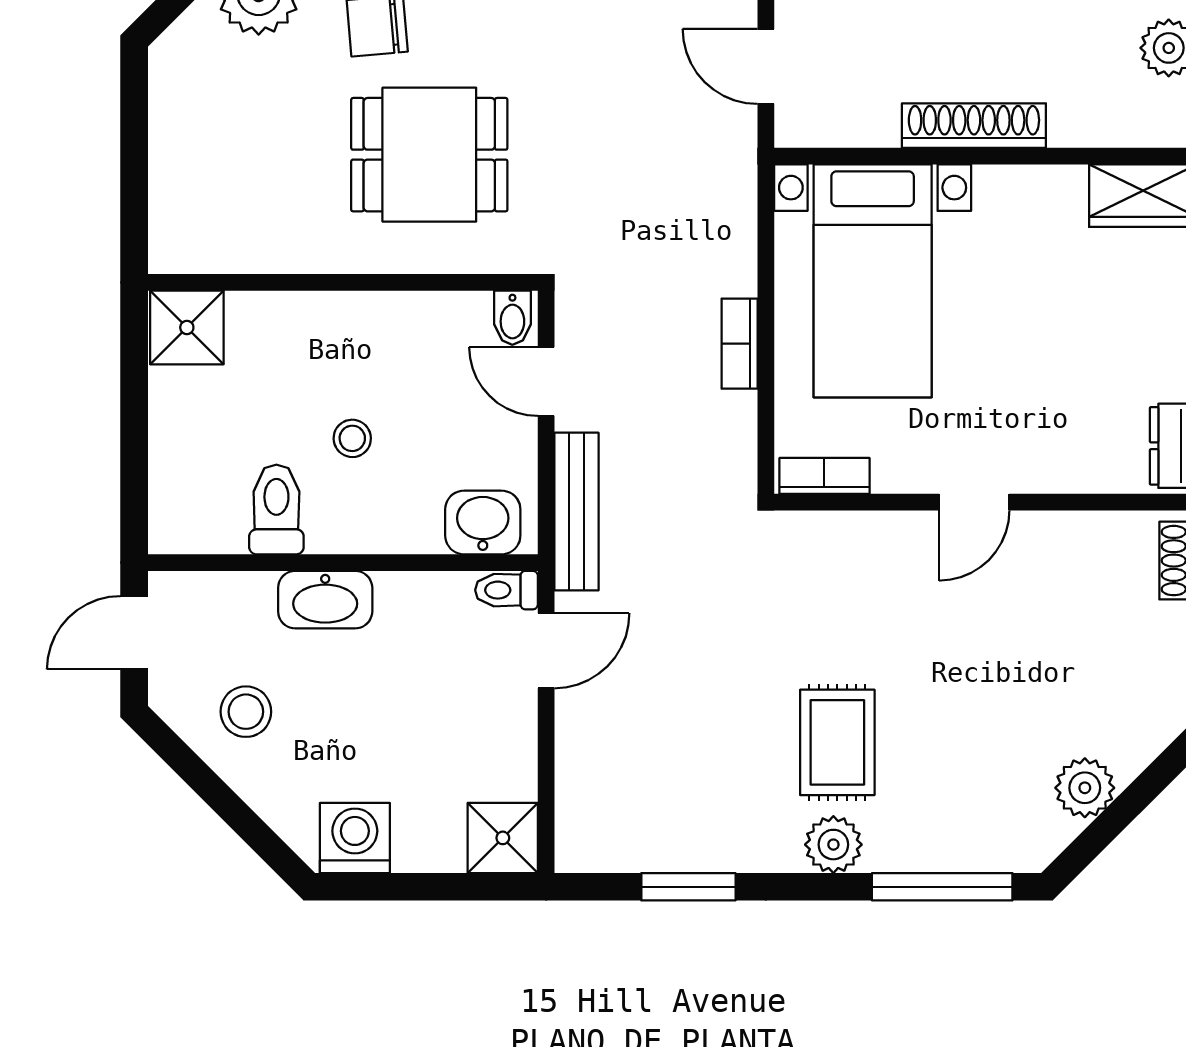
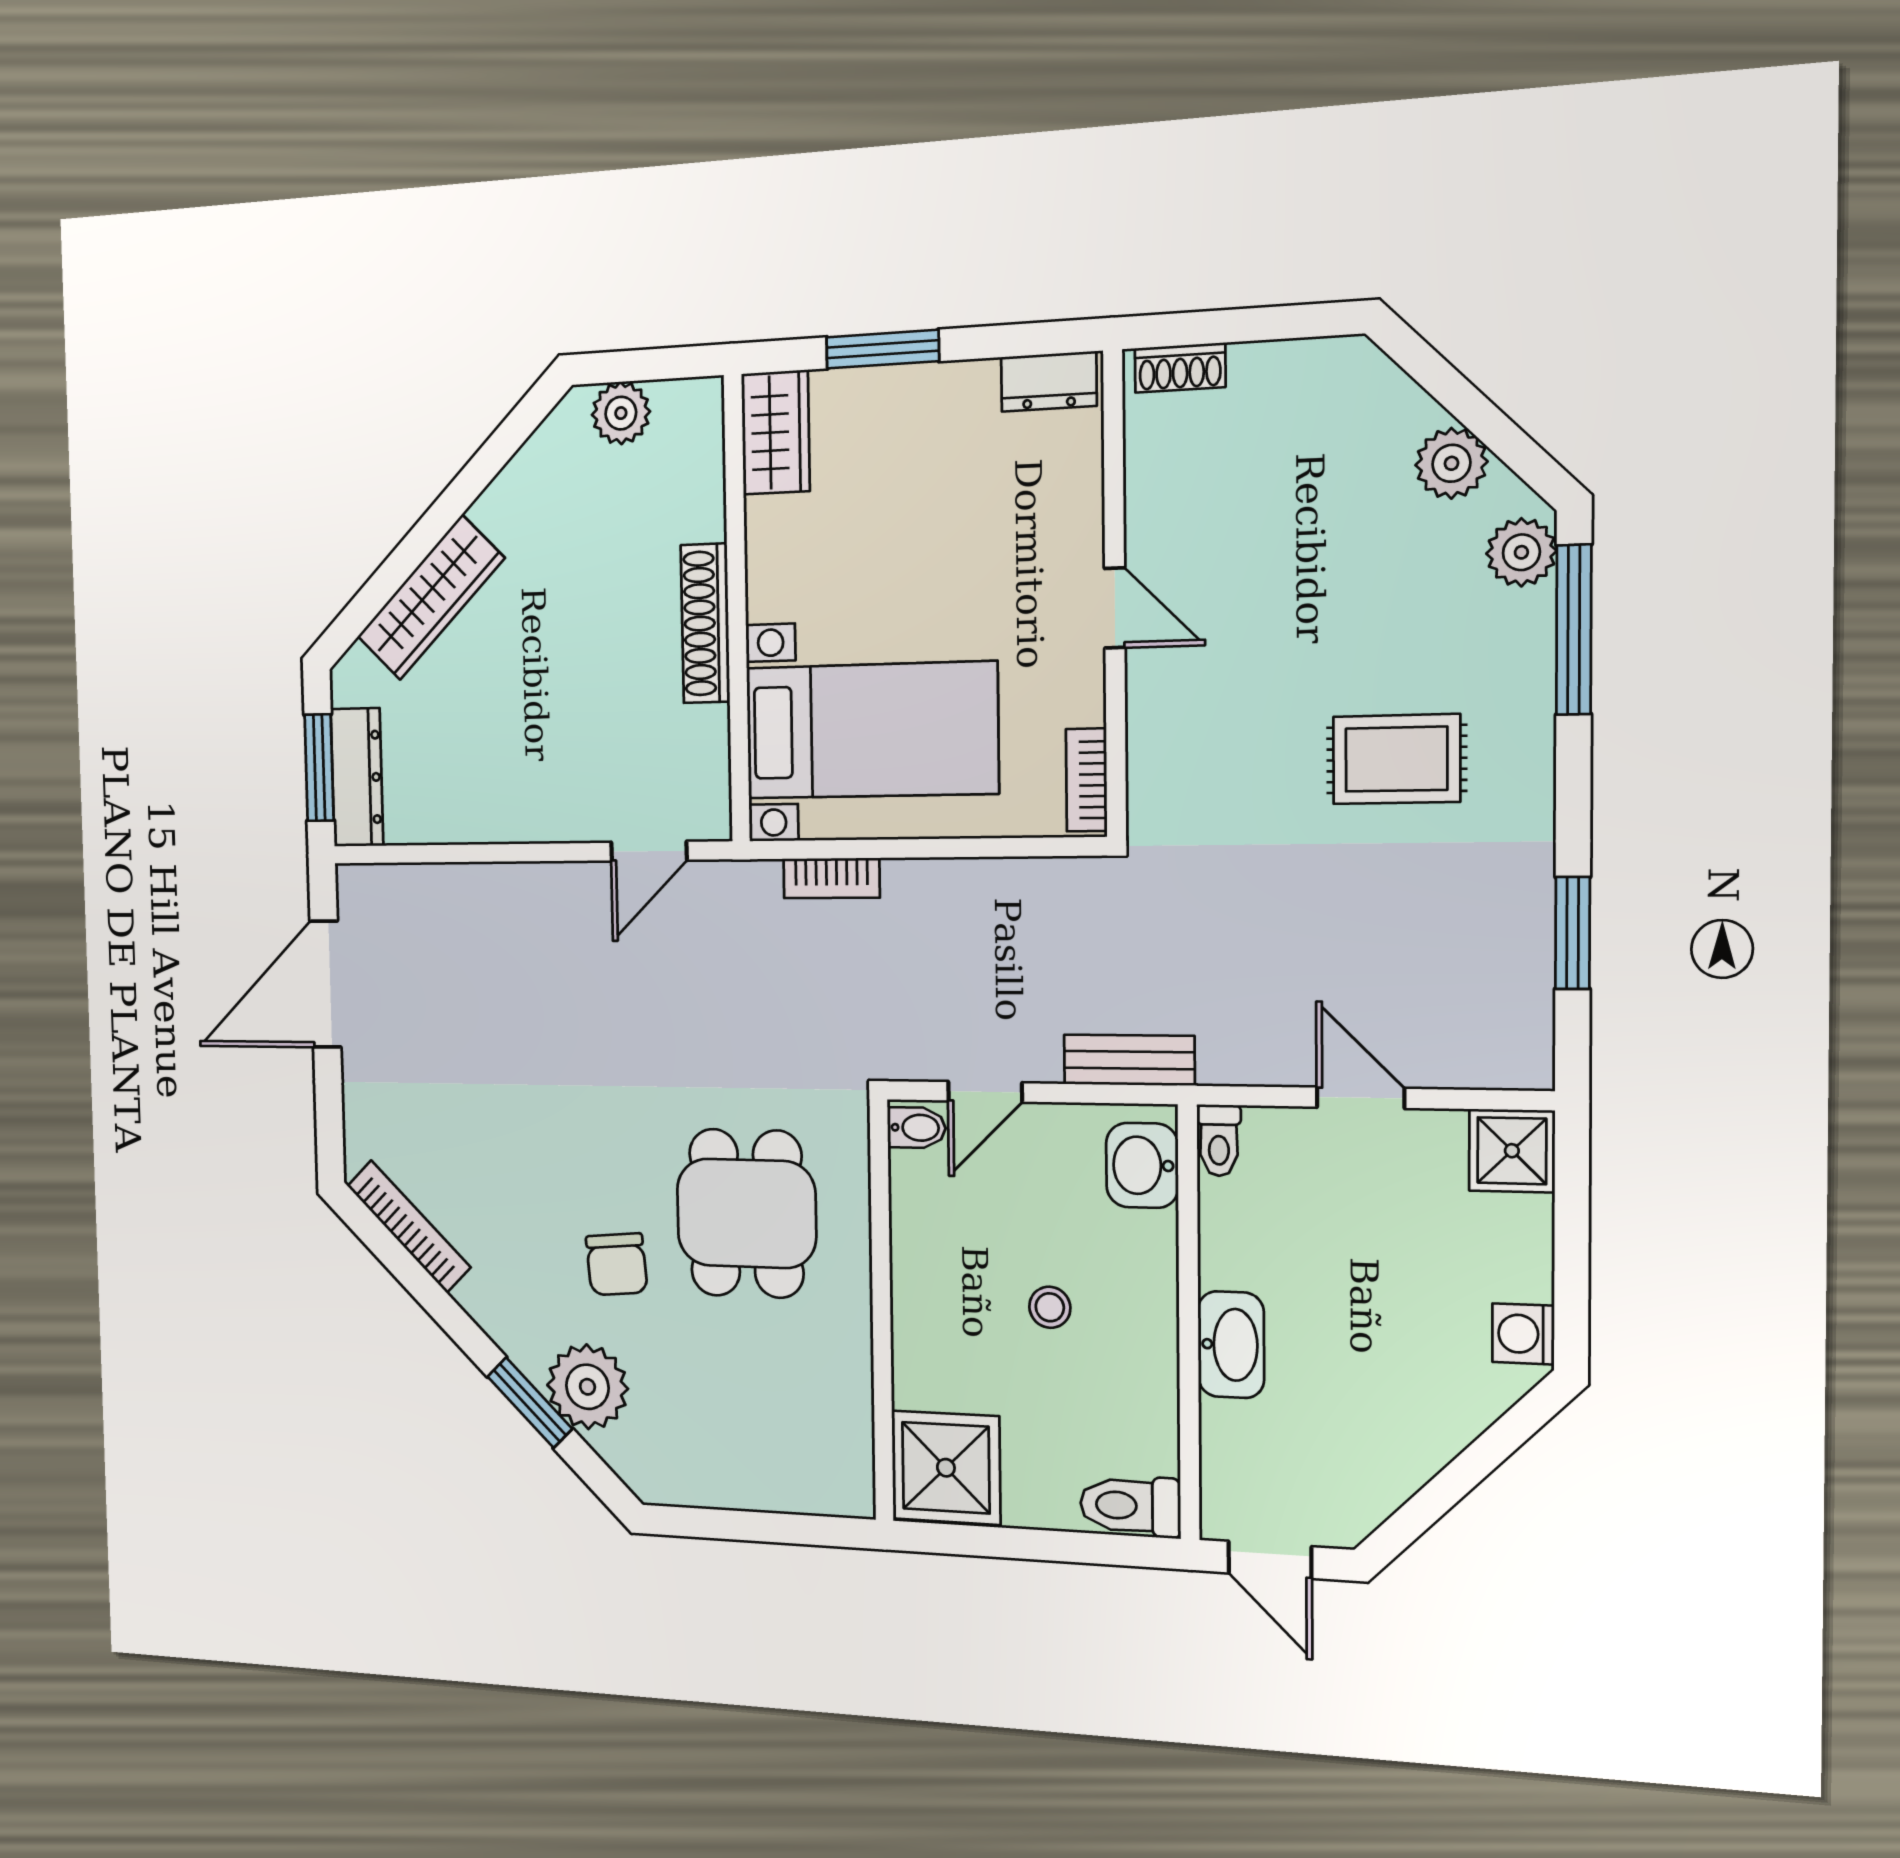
shower: (187, 327) -> (946, 1468), width x1.36, depth x1.36
bookcase: (740, 344) -> (831, 878), moved
toilet: (276, 509) -> (1130, 1506), moved
bench: (576, 512) -> (1129, 1060), width x0.73
door: (546, 651) -> (1361, 1098), moved
stool: (246, 712) -> (1361, 1440), removed
washing machine: (355, 838) -> (1523, 1334), width x0.73, depth x0.73
plant: (833, 845) -> (1521, 552), moved

